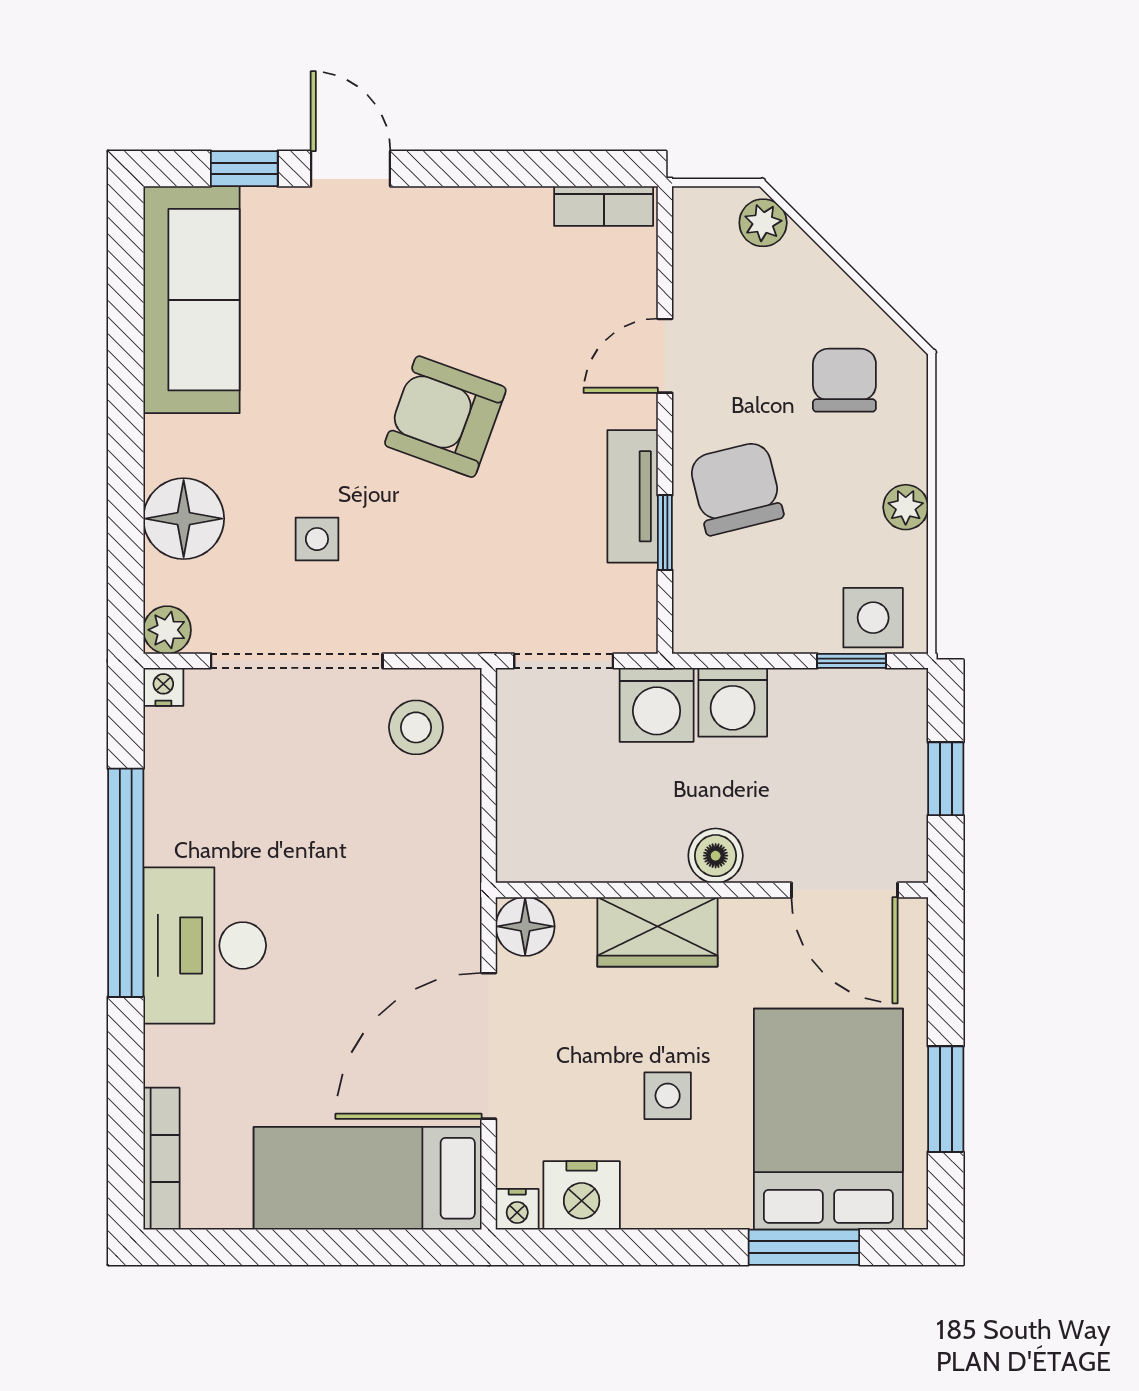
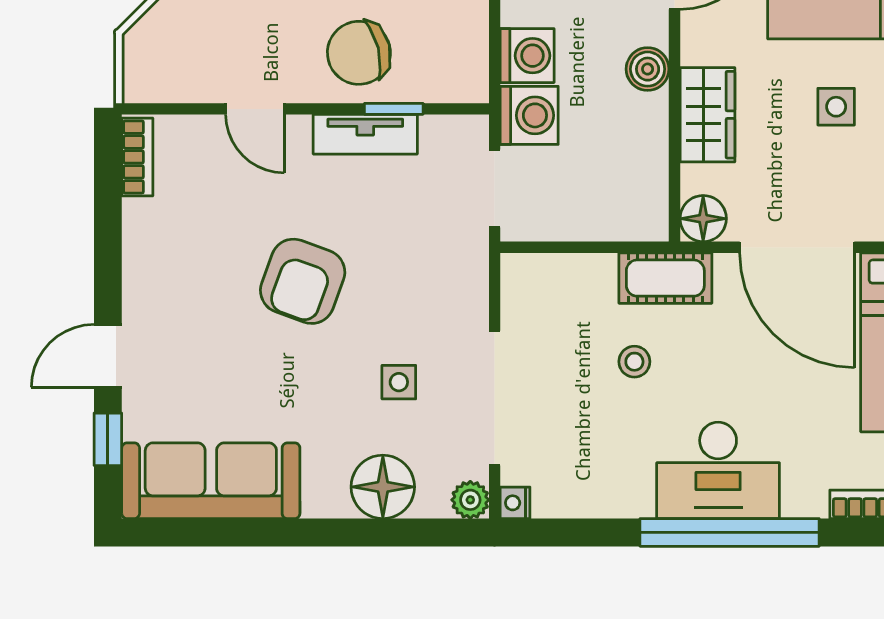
plant: (763, 223) -> (150, 32), removed
stool: (416, 727) -> (634, 362), moved, width x0.73, depth x0.73
cot: (449, 878) -> (665, 278), added
window: (126, 883) -> (730, 532), moved

